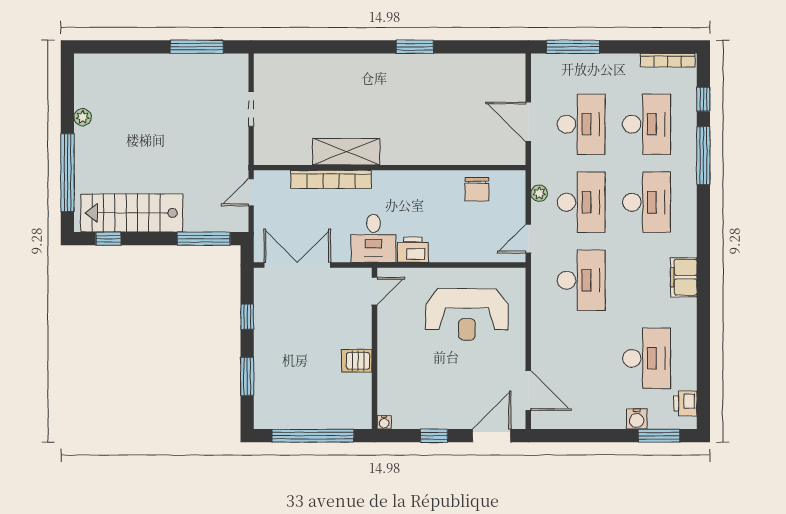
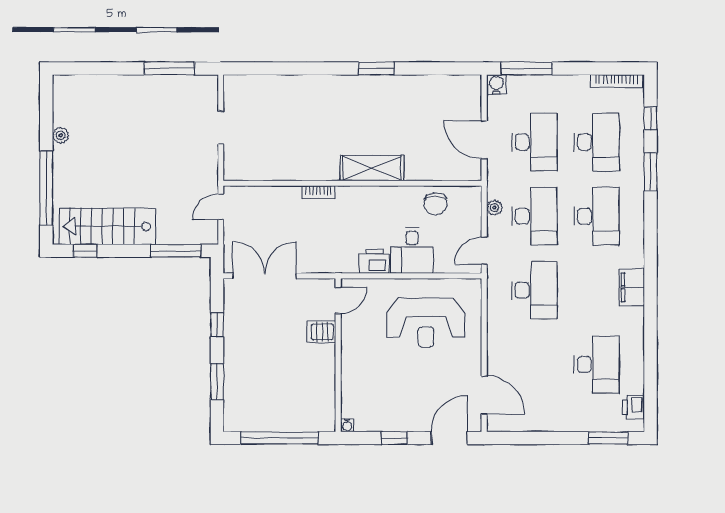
shelving: (346, 152) -> (372, 168), moved
window: (703, 155) -> (650, 172), width x0.69
bookcase: (331, 179) -> (318, 192), width x0.43, depth x0.76
desk: (373, 238) -> (412, 250), moved
server rack: (357, 361) -> (321, 332), moved
water cooler: (637, 419) -> (496, 84), moved, turned 180

